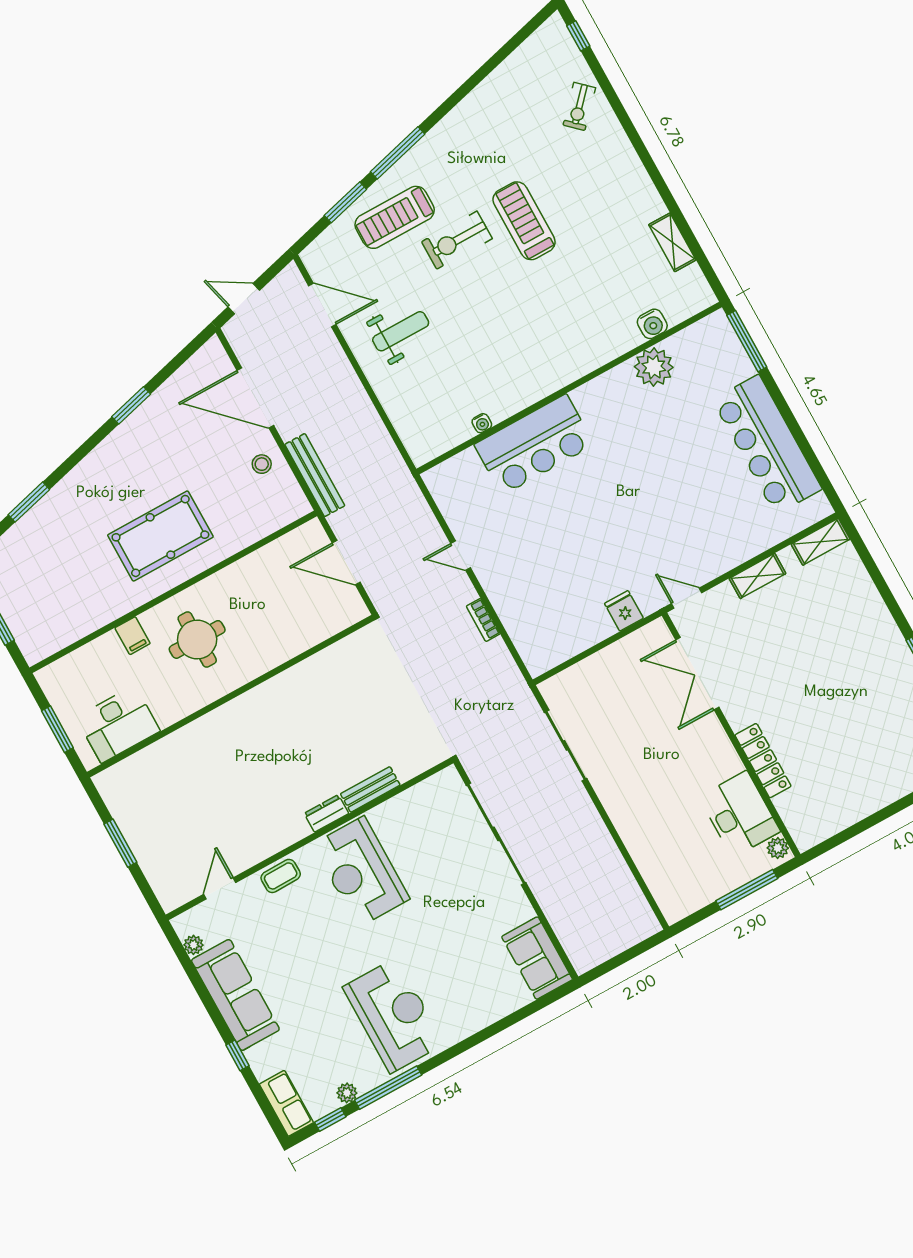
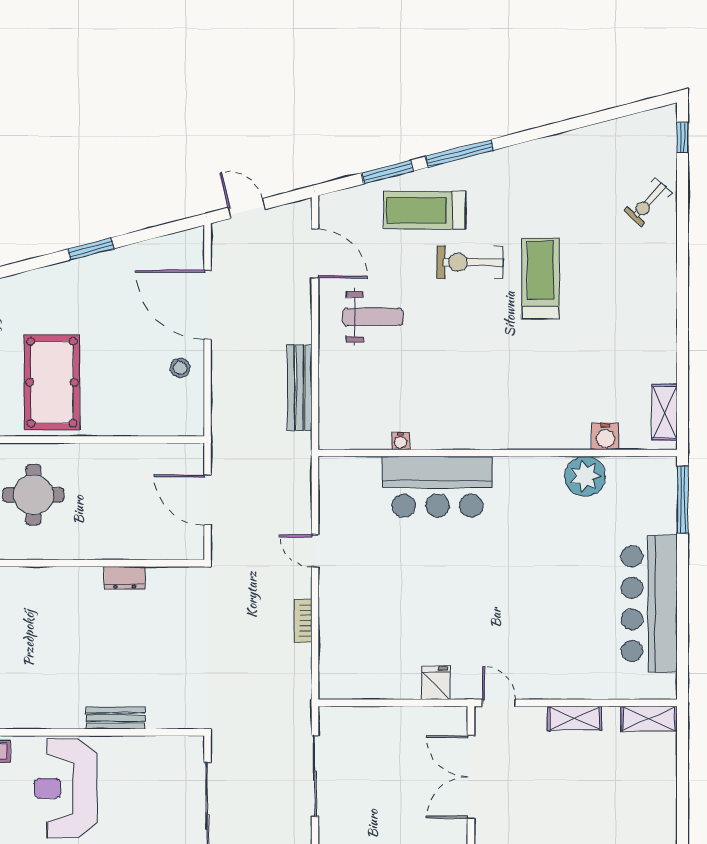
shelving: (672, 242) -> (665, 412), moved
bench: (315, 475) -> (300, 388), moved
pool table: (160, 536) -> (52, 382), turned 90
dresser: (326, 813) -> (125, 578), moved, turned 180

